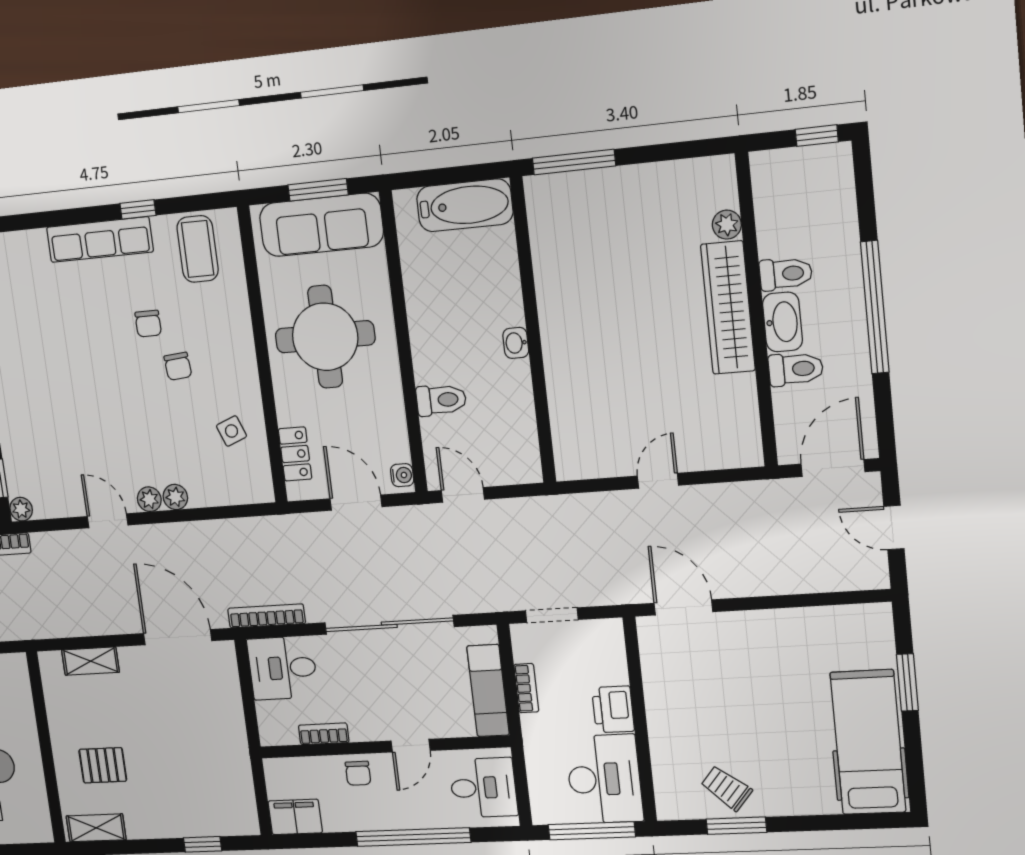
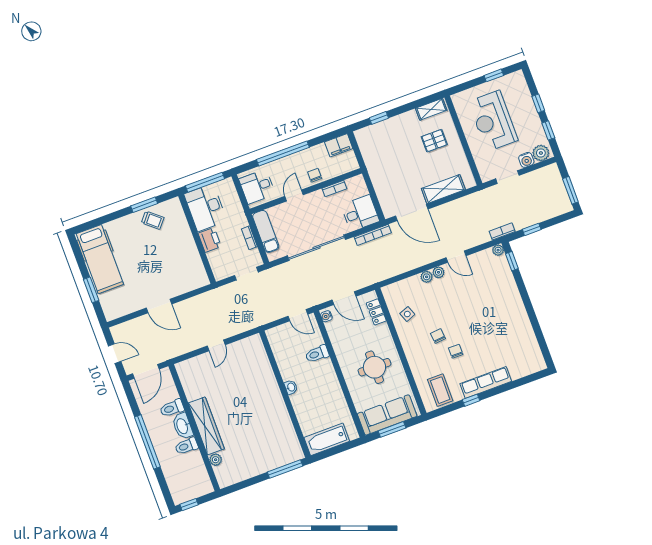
round table: (325, 337) -> (374, 367), width x0.73, depth x0.73
door: (683, 607) -> (159, 306), moved
shelving: (90, 661) -> (443, 189), width x1.50, depth x1.33

